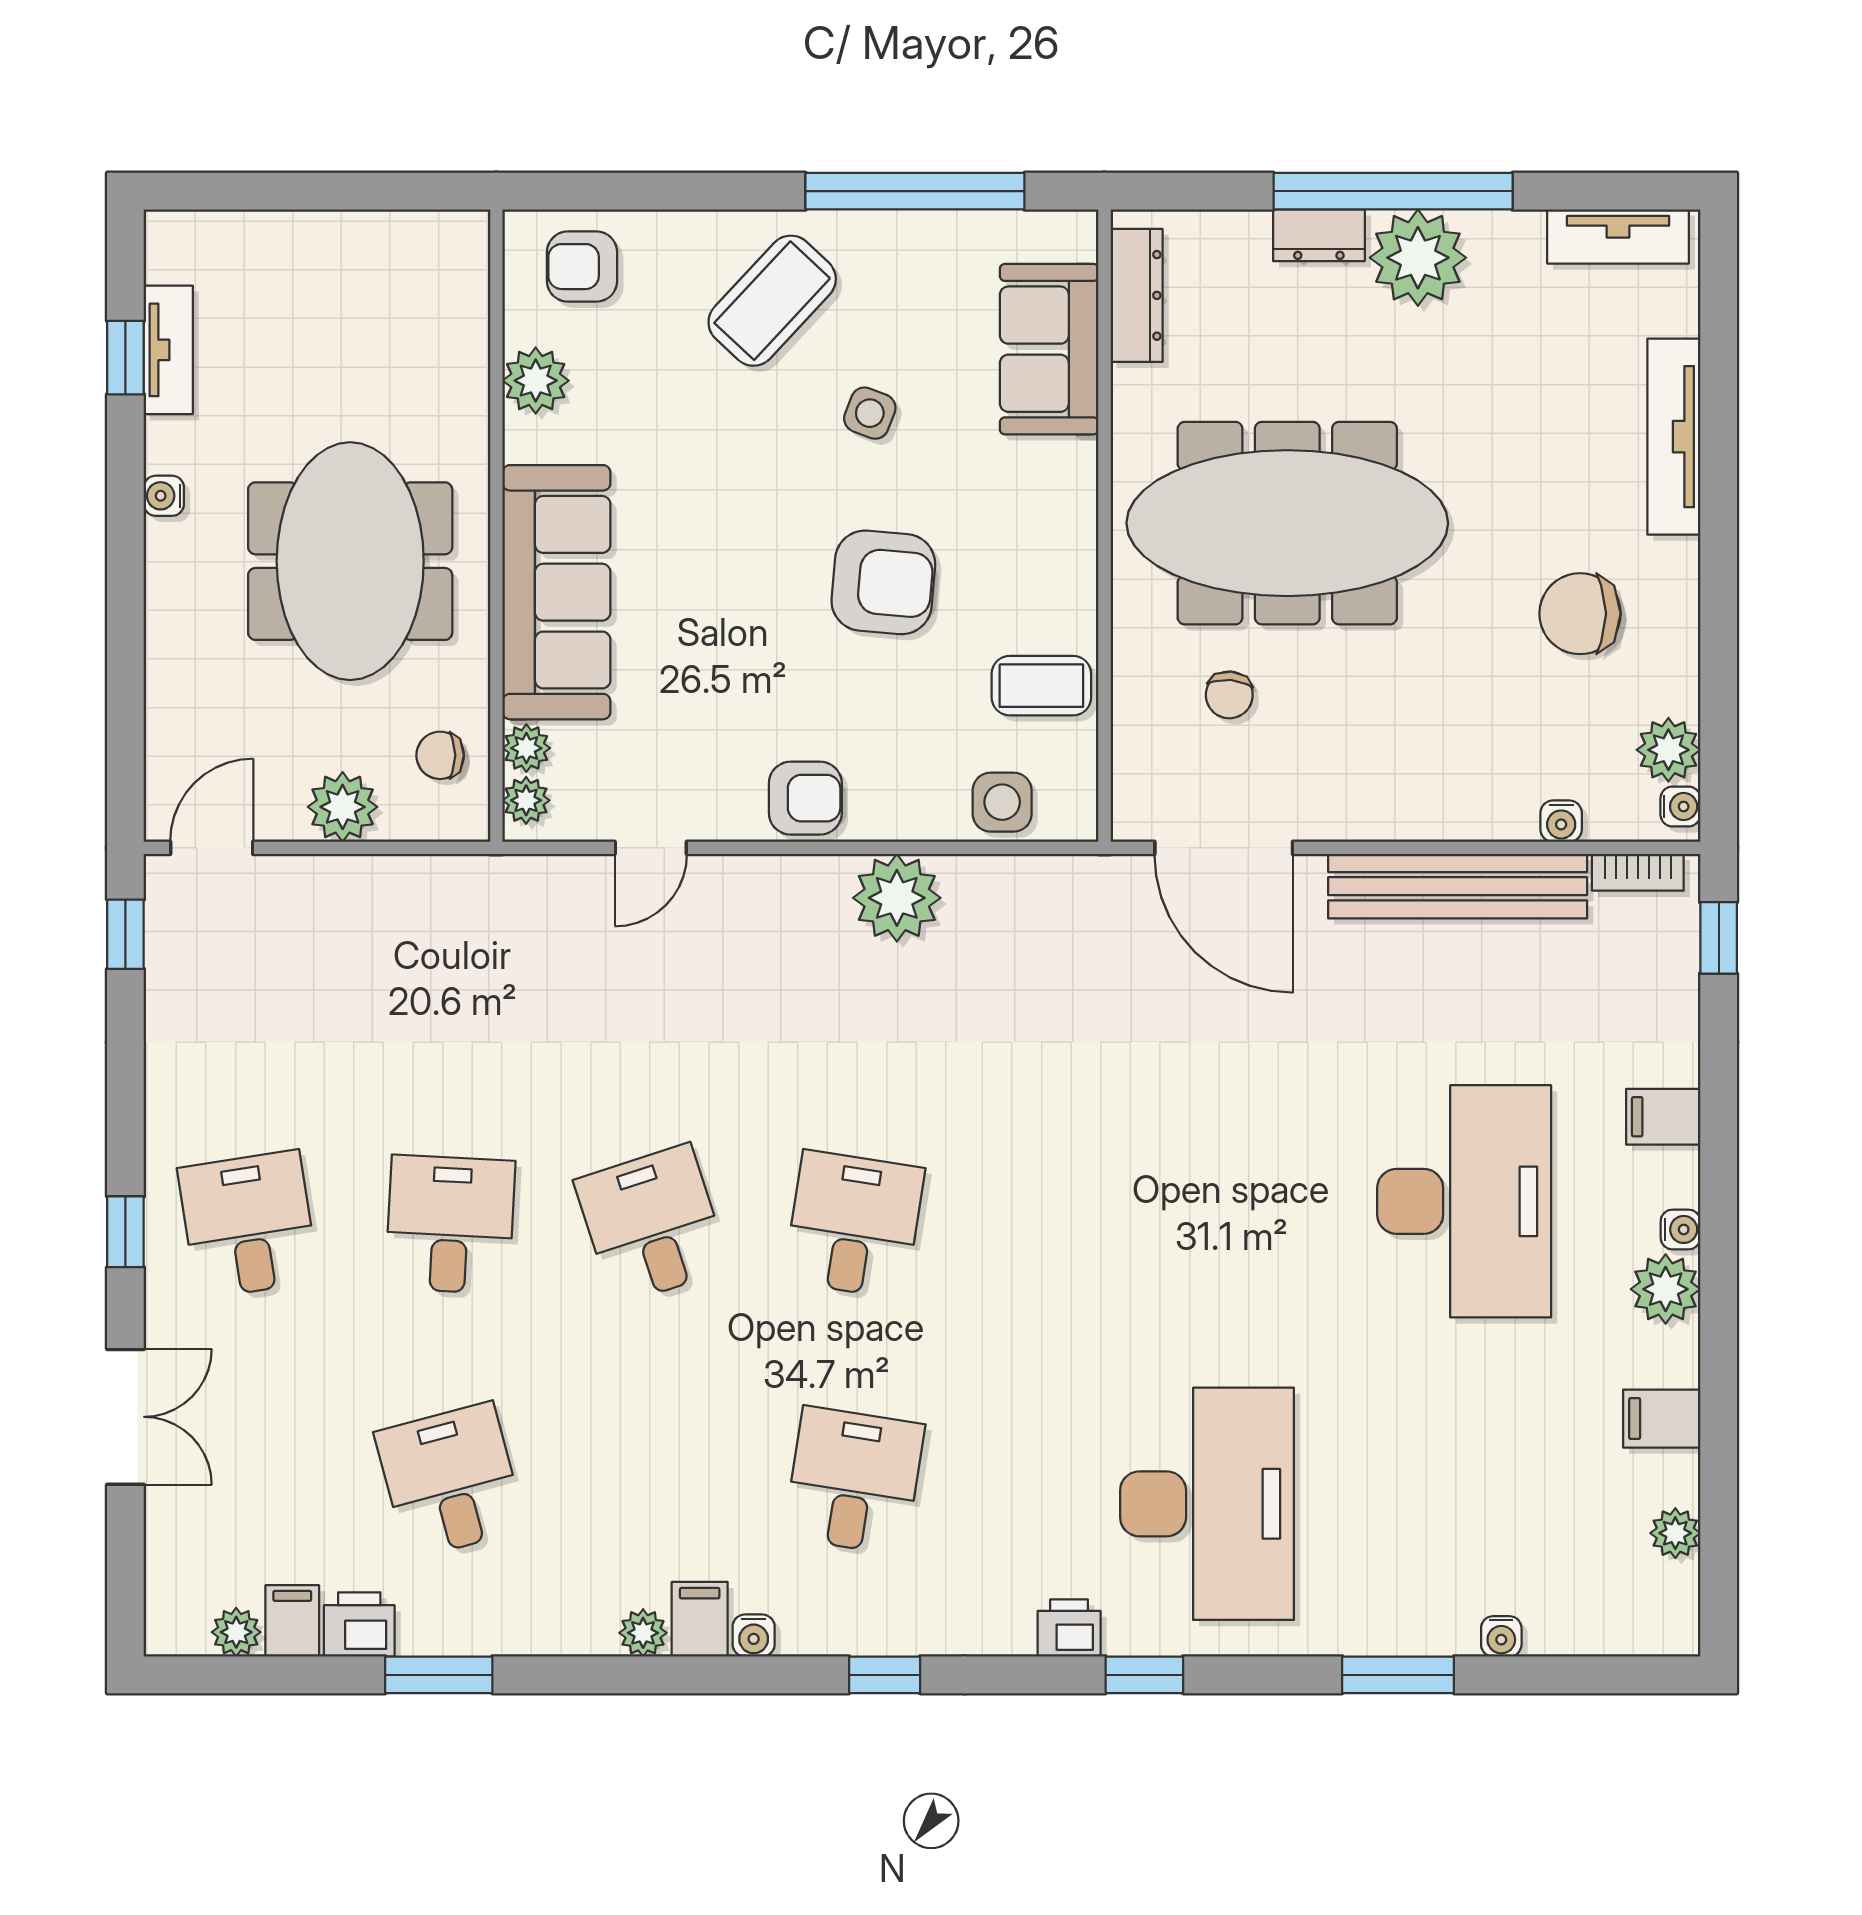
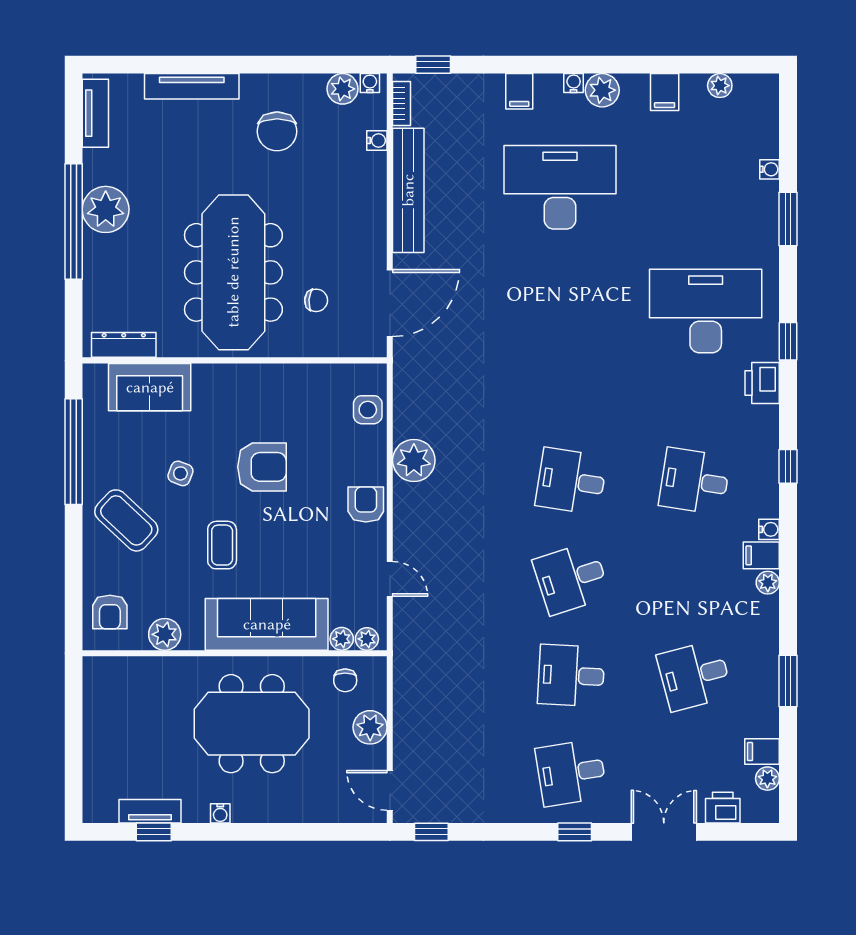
dresser: (1319, 235) -> (95, 257), removed
armchair: (883, 582) -> (262, 467), turned 85
coffee table: (1041, 686) -> (222, 545), moved
printer: (359, 1624) -> (723, 808), moved, turned 90
printer: (1069, 1628) -> (762, 383), width x1.36, depth x1.24

